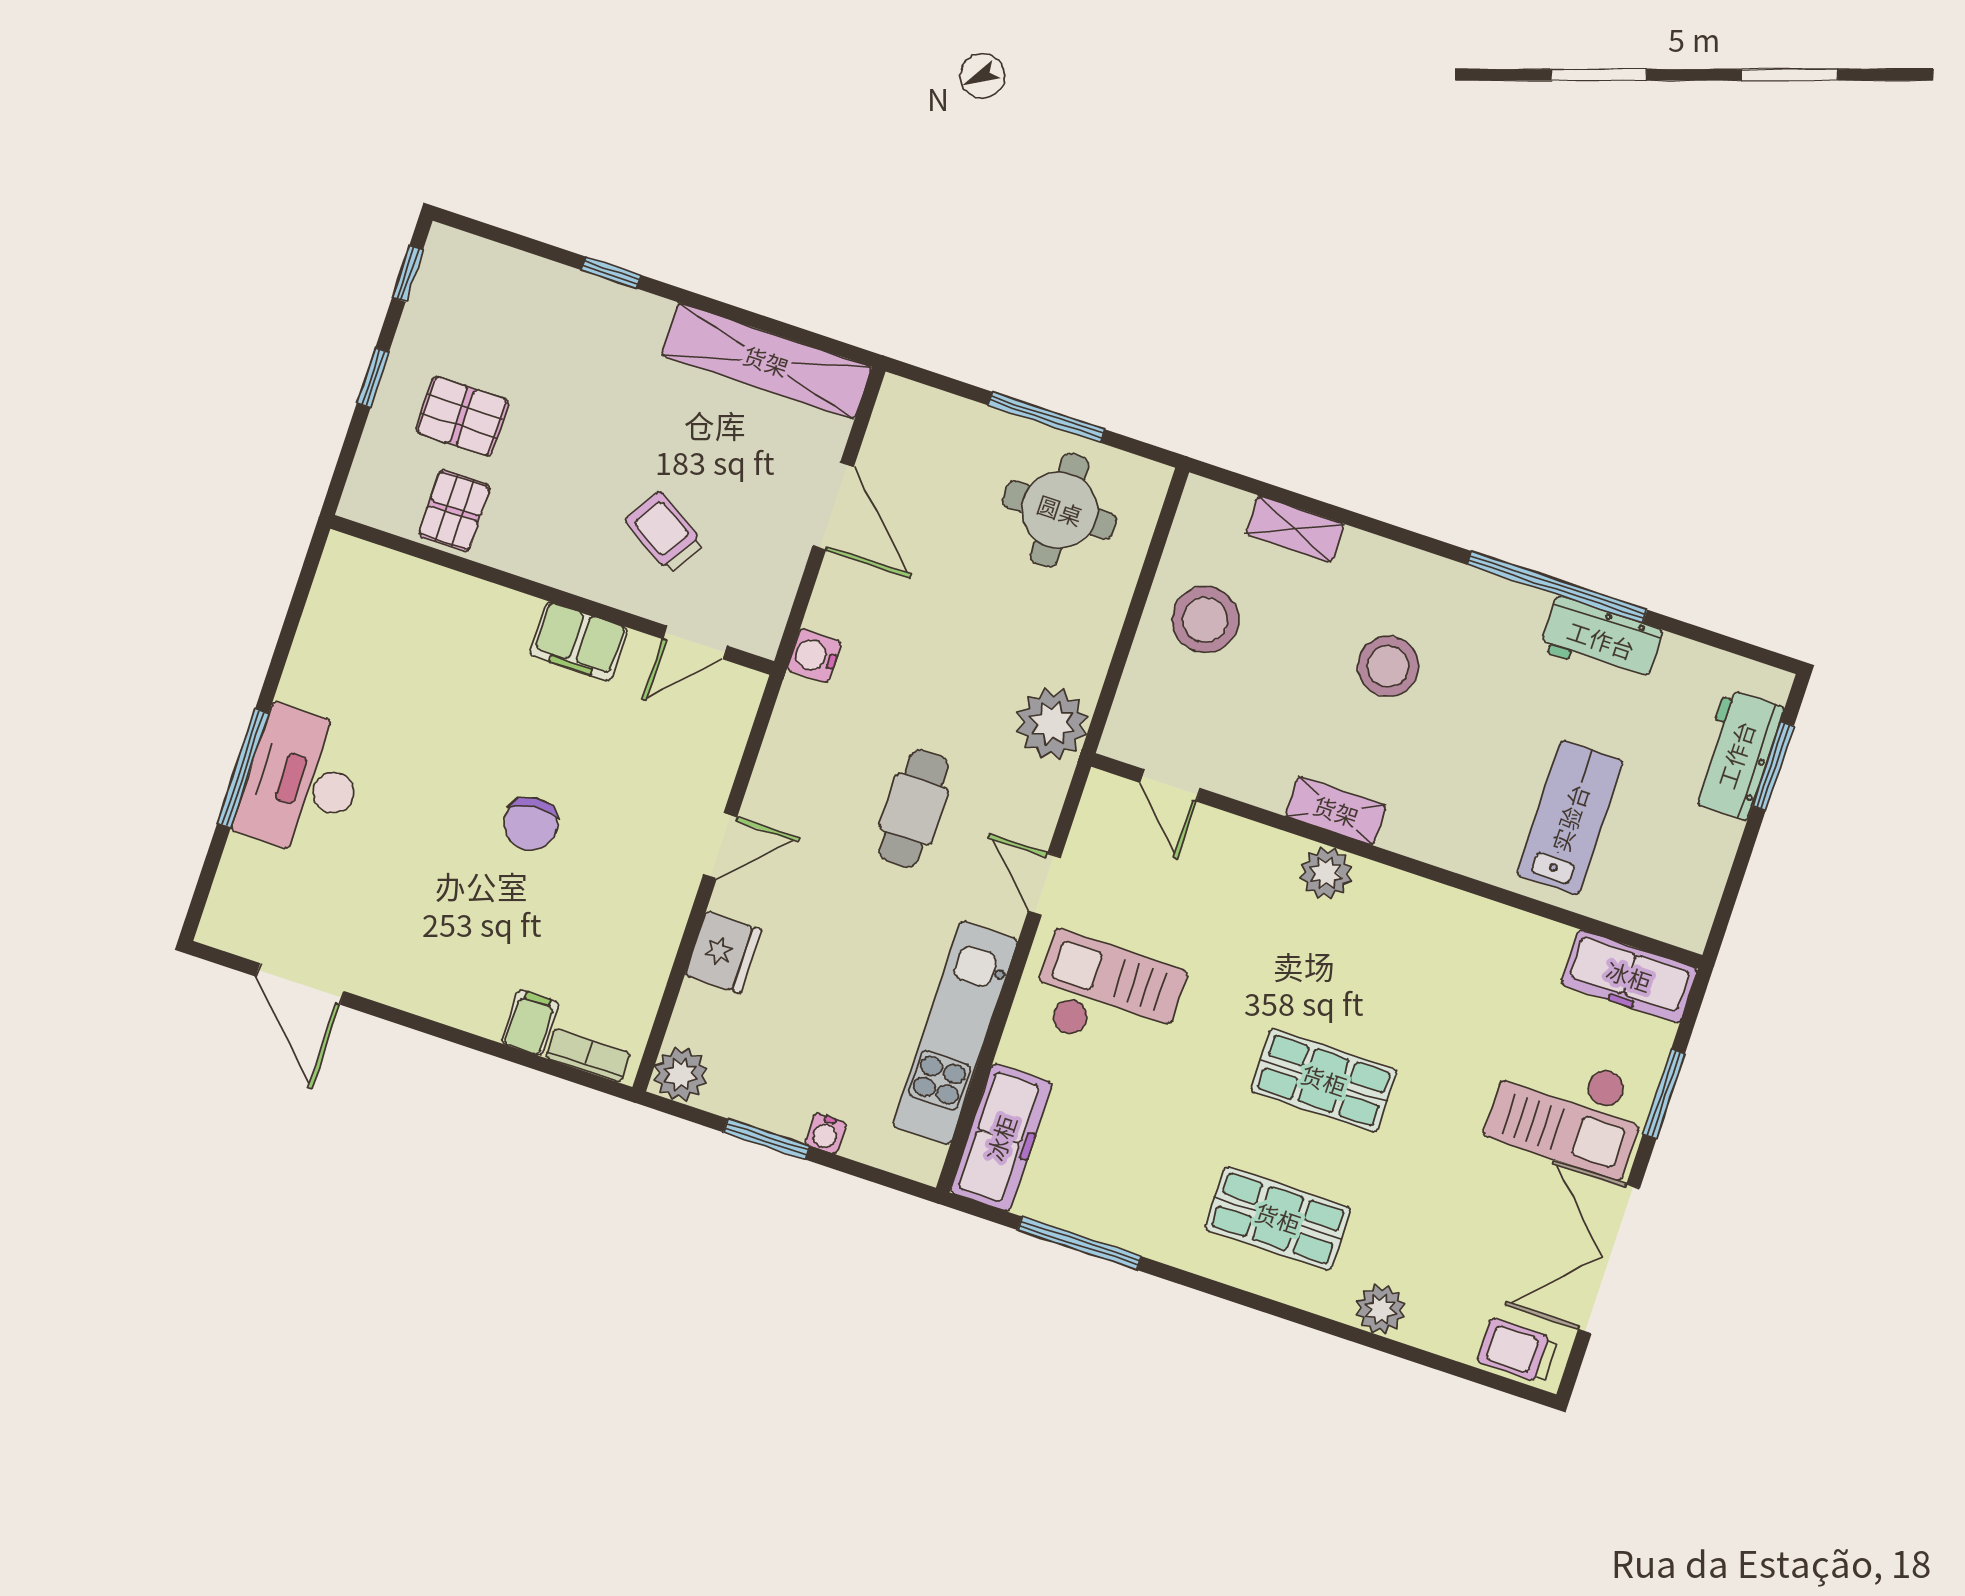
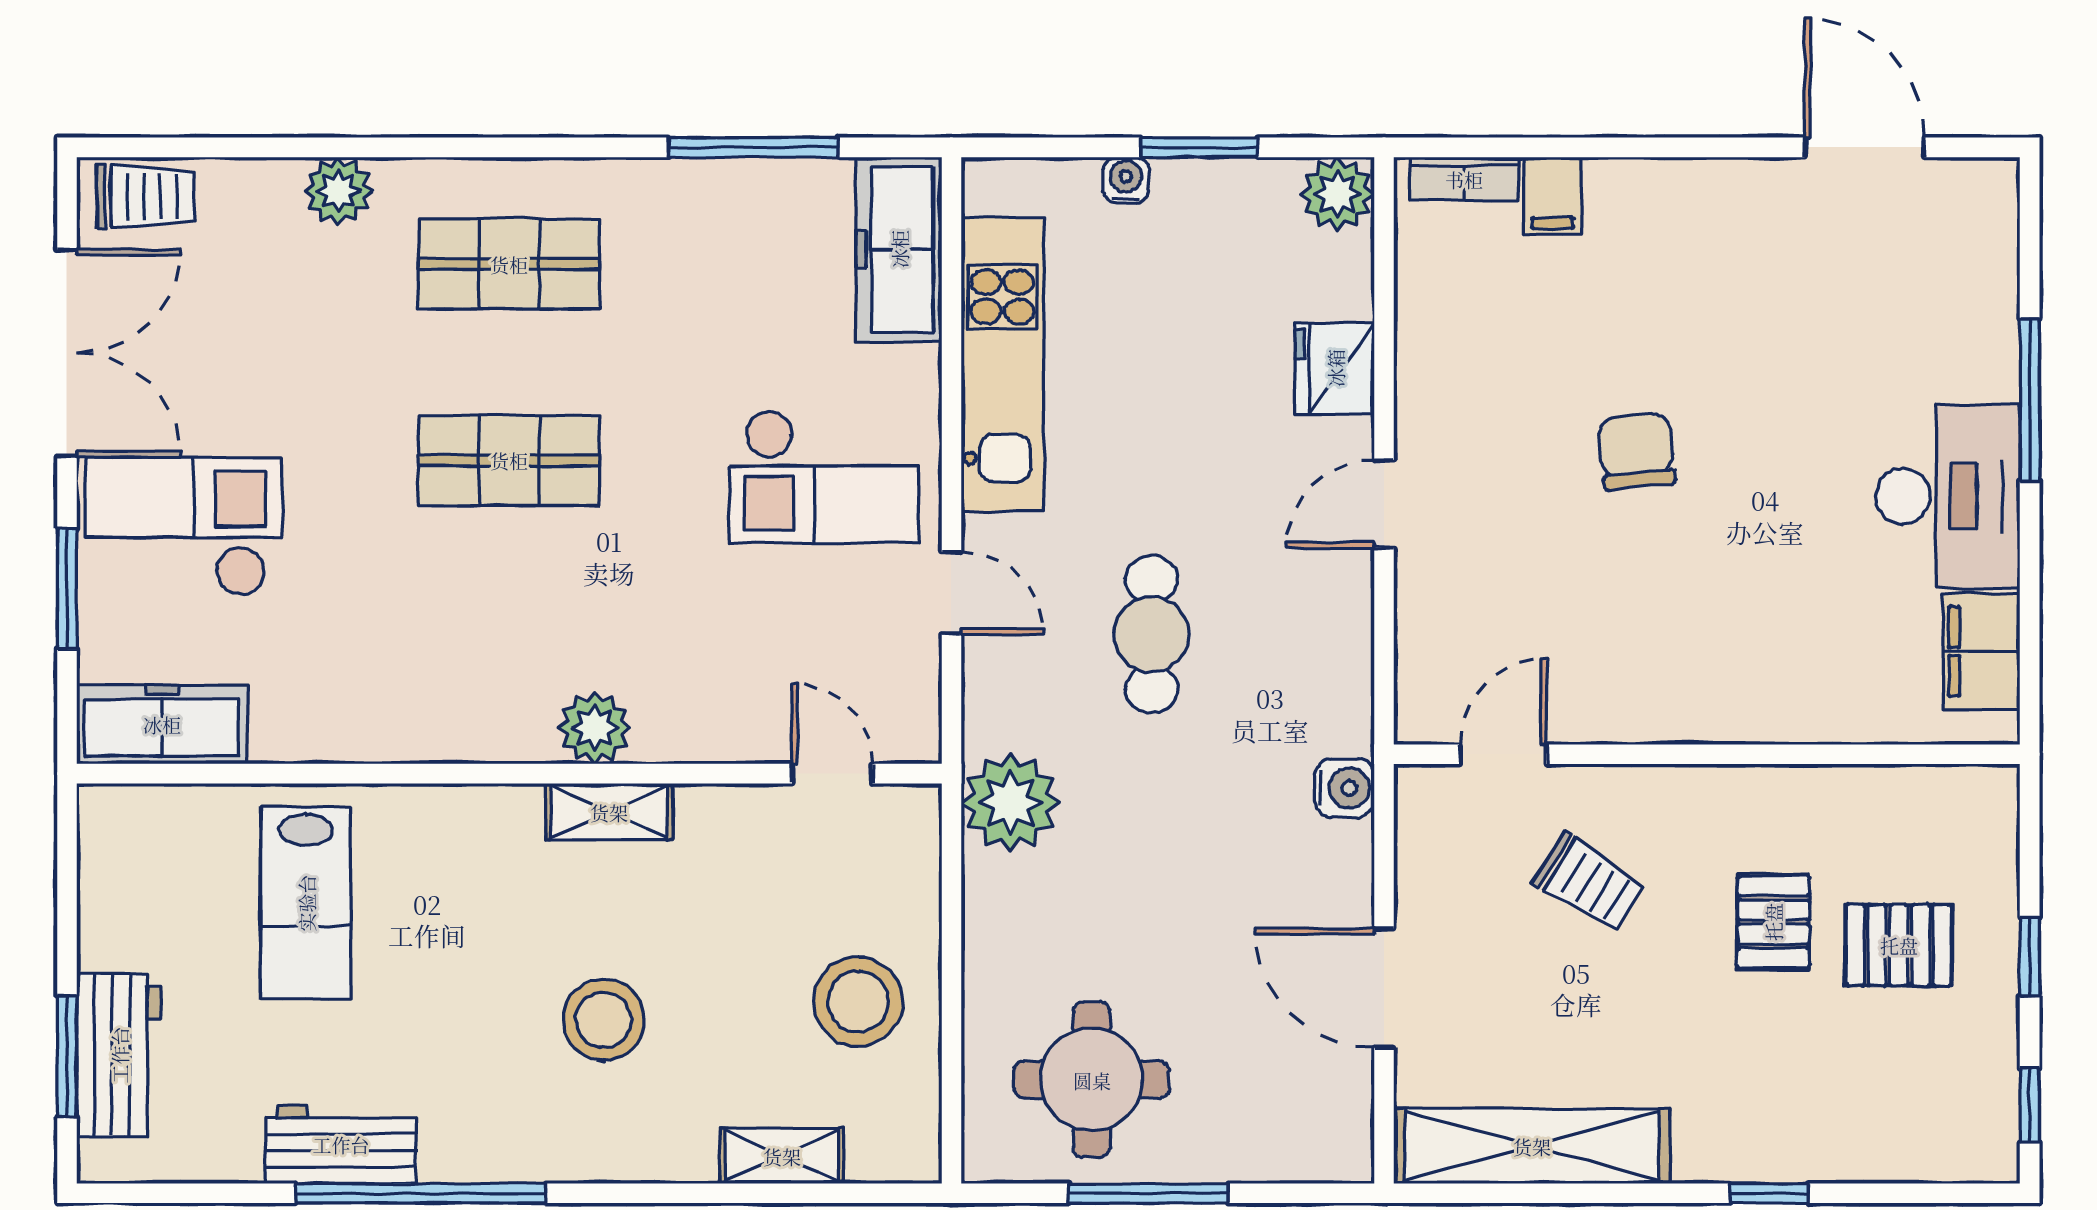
pallet: (454, 511) -> (1773, 922), moved
filing cabinet: (579, 641) -> (1981, 651), moved, turned -90
desk: (302, 782) -> (1948, 496), moved

